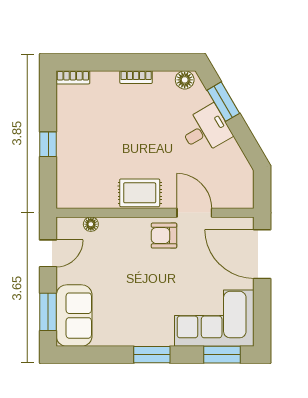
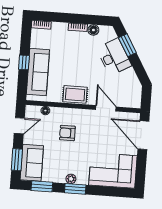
floor lamp: (185, 80) -> (93, 30), moved
desk: (206, 130) -> (114, 57), width x1.37
sofa: (73, 159) -> (38, 72), added
armchair: (164, 236) -> (67, 133), moved
plant: (143, 338) -> (71, 179), added
window: (222, 355) -> (42, 186), moved

